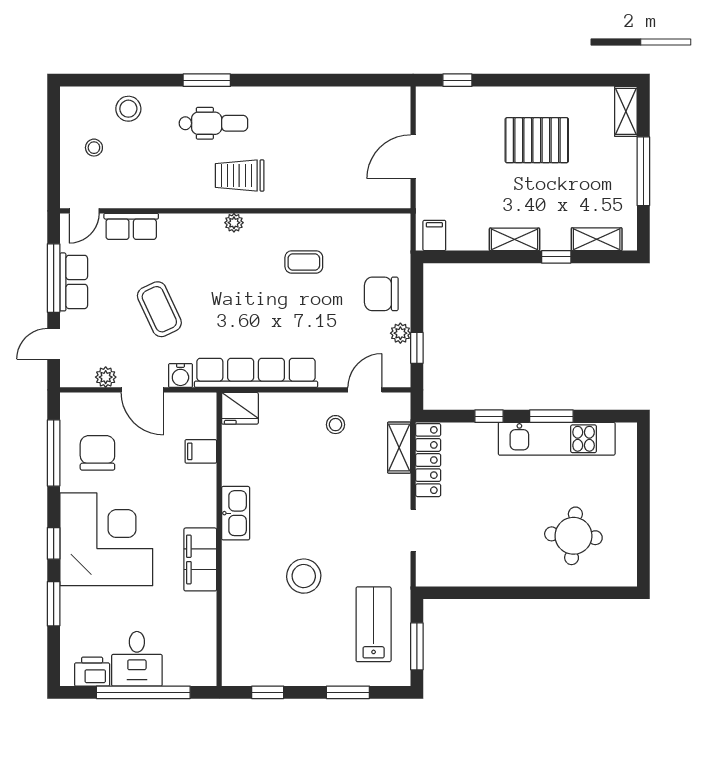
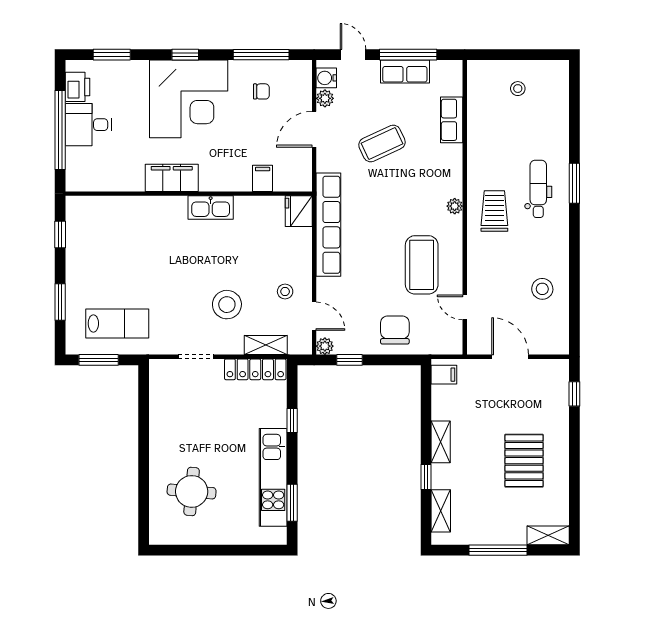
stool: (128, 109) -> (542, 289), moved
dental chair: (213, 123) -> (538, 189), turned 180
door: (84, 211) -> (465, 307), moved
coffee table: (304, 262) -> (422, 265), width x1.86, depth x1.72
plant: (400, 333) -> (325, 346), moved
water cooler: (180, 376) -> (326, 78), moved
window: (551, 416) -> (292, 503), moved
chair: (97, 453) -> (261, 91), width x0.54, depth x0.54
stool: (304, 576) -> (227, 305), moved
window: (54, 604) -> (112, 55), moved

